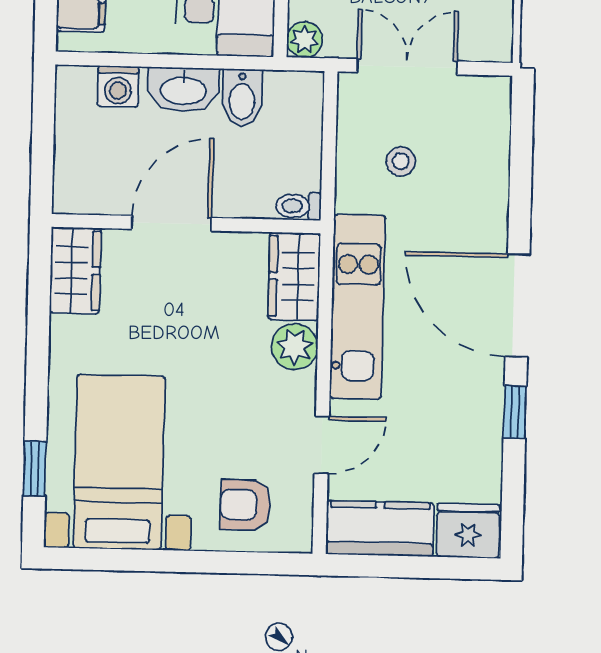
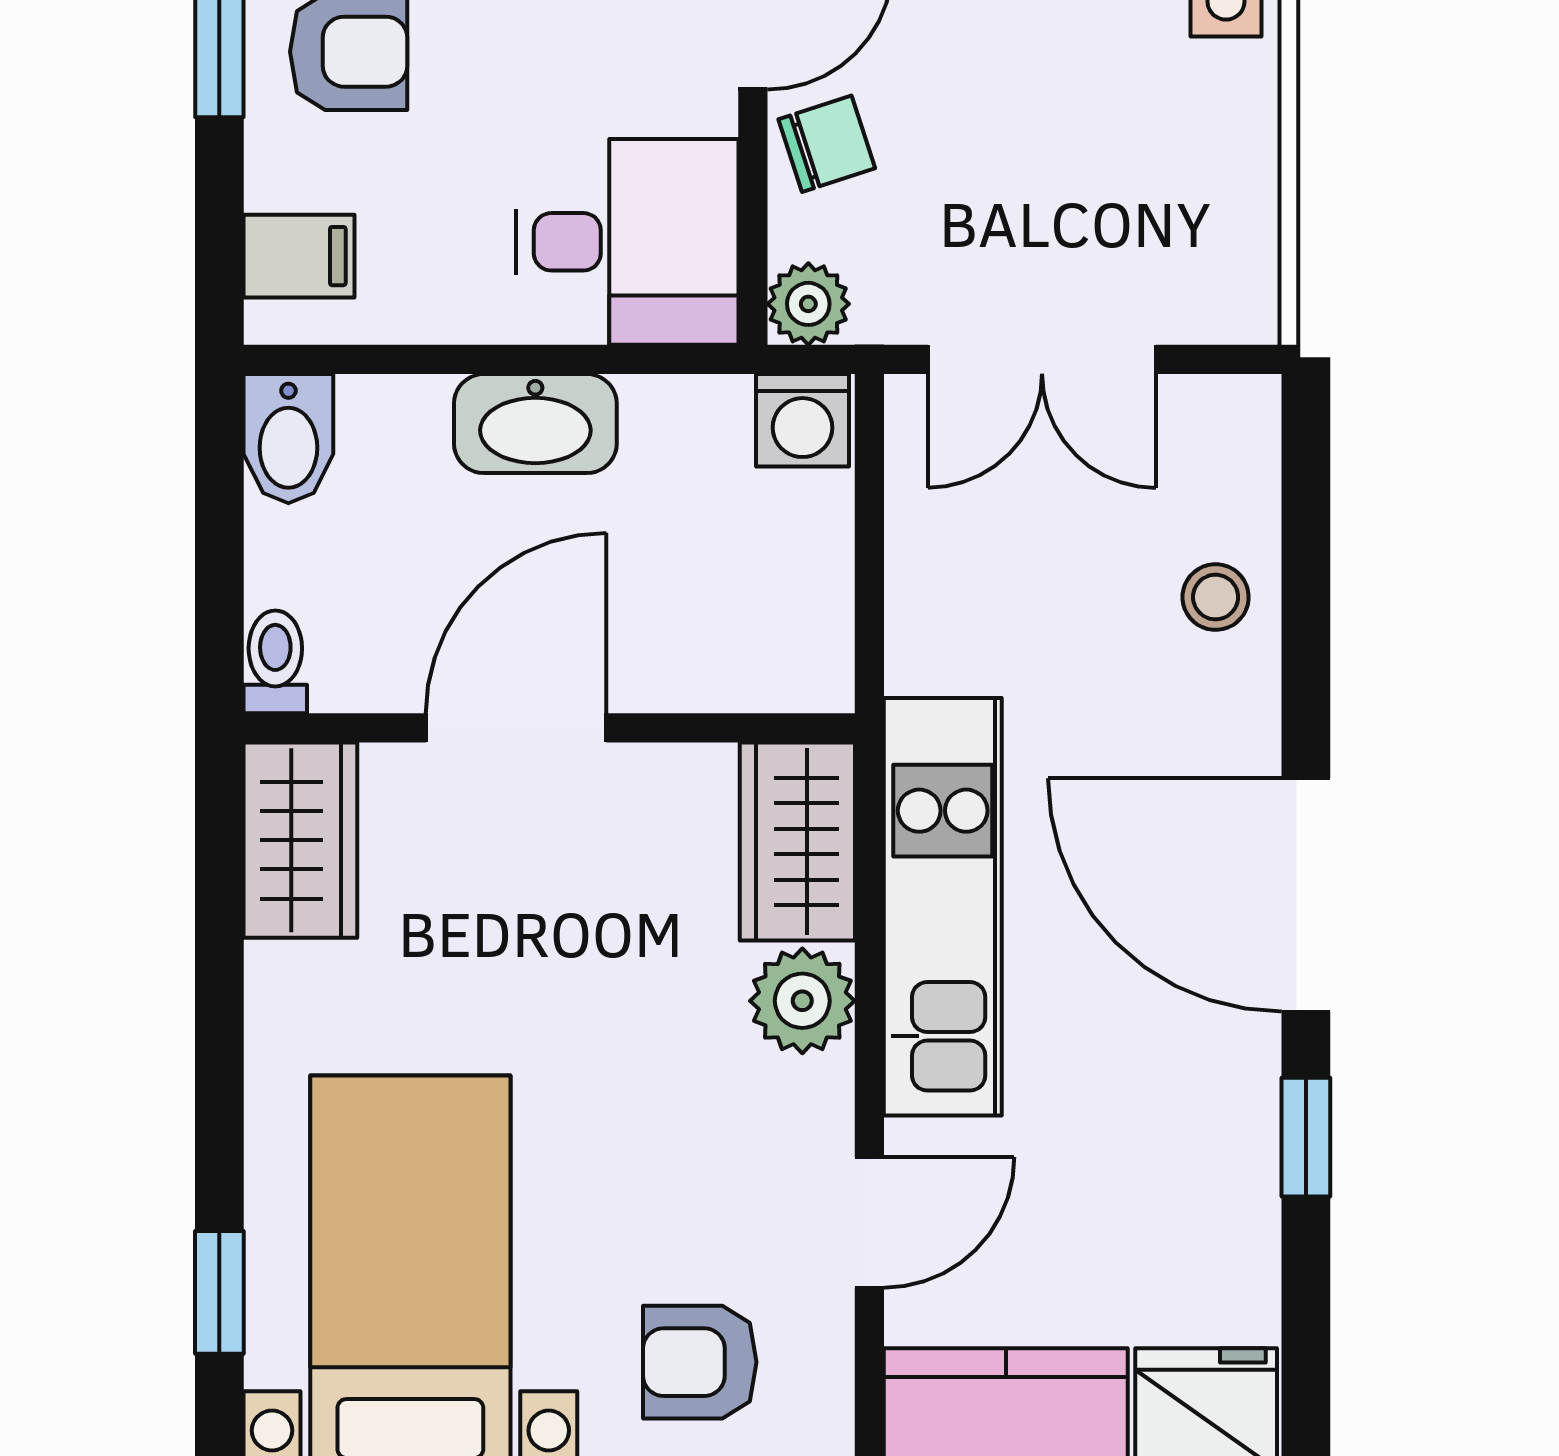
double door: (407, 67) -> (1042, 359), swing flipped
washing machine: (118, 86) -> (802, 420), moved
bidet: (242, 98) -> (288, 439), moved
stool: (401, 161) -> (1216, 597), moved
toilet: (298, 206) -> (275, 662), moved, turned 90

